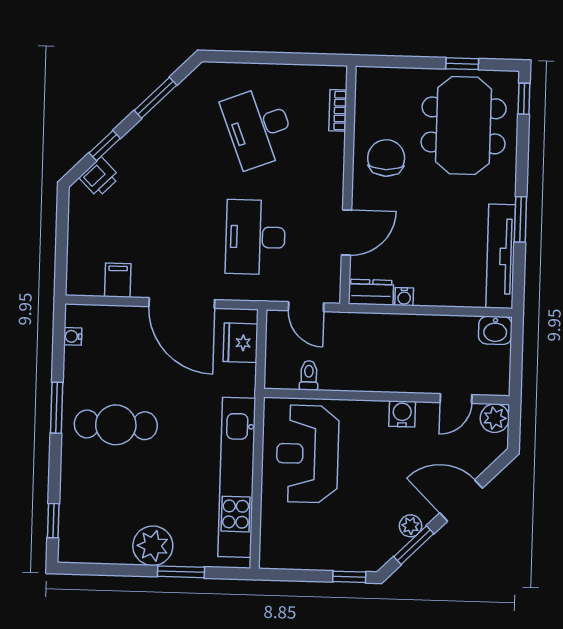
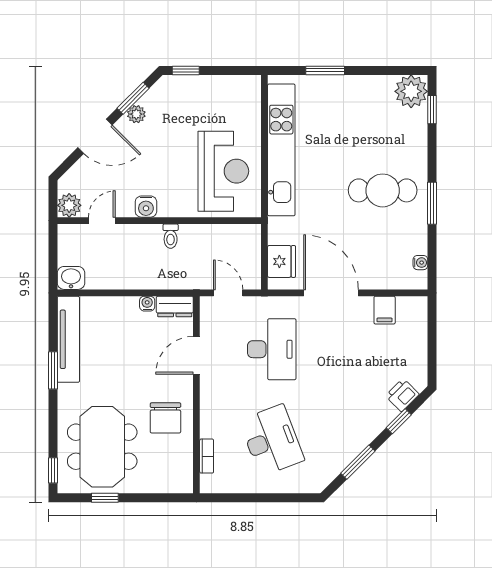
toilet: (309, 375) -> (171, 236), moved
plant: (153, 546) -> (411, 91), moved

